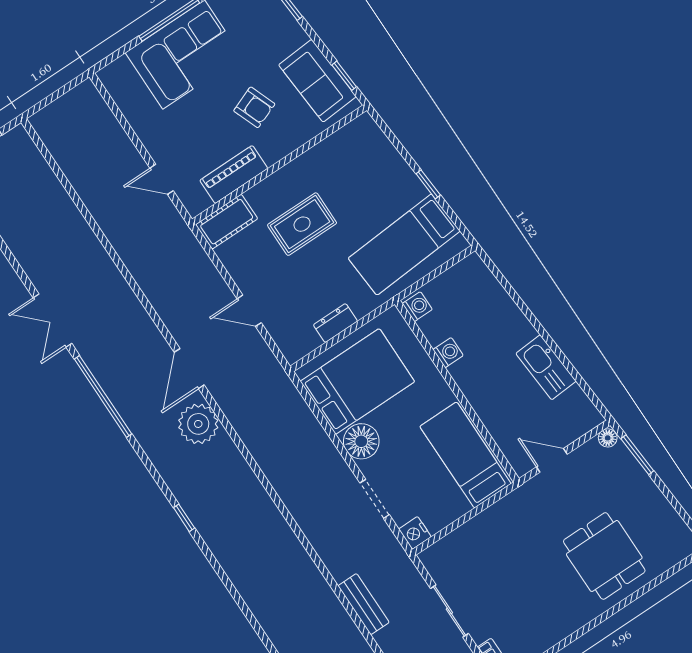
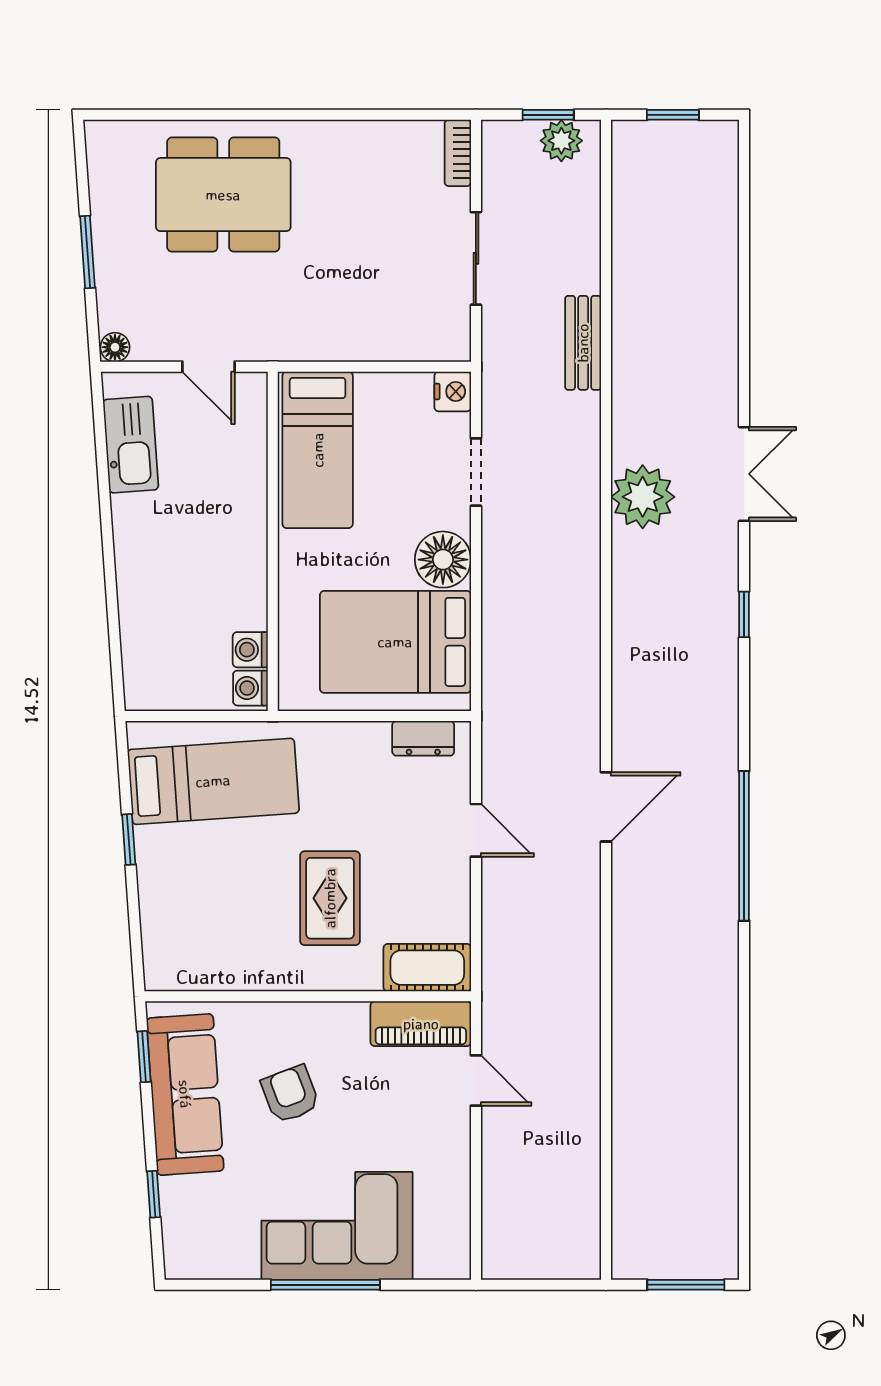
sofa: (317, 81) -> (185, 1094), width x1.36
piano: (234, 174) -> (421, 1024), moved
rug: (302, 224) -> (330, 898), turned 90
double door: (52, 321) -> (744, 474), moved
dresser: (335, 323) -> (423, 738), moved
washing machine: (448, 353) -> (250, 650), moved
kitchen sink: (546, 367) -> (131, 445), moved
plant: (198, 424) -> (643, 497), moved
window: (637, 455) -> (87, 252), moved
dining table: (604, 556) -> (223, 195), width x1.38

